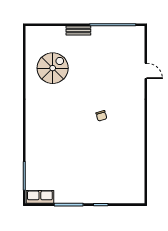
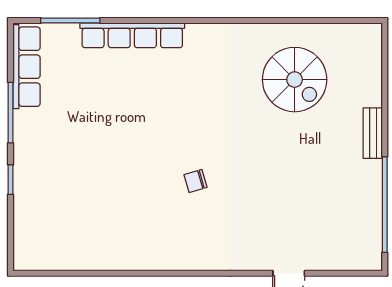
row of seats: (31, 146) -> (132, 35), added
row of seats: (40, 197) -> (27, 67), width x1.48

